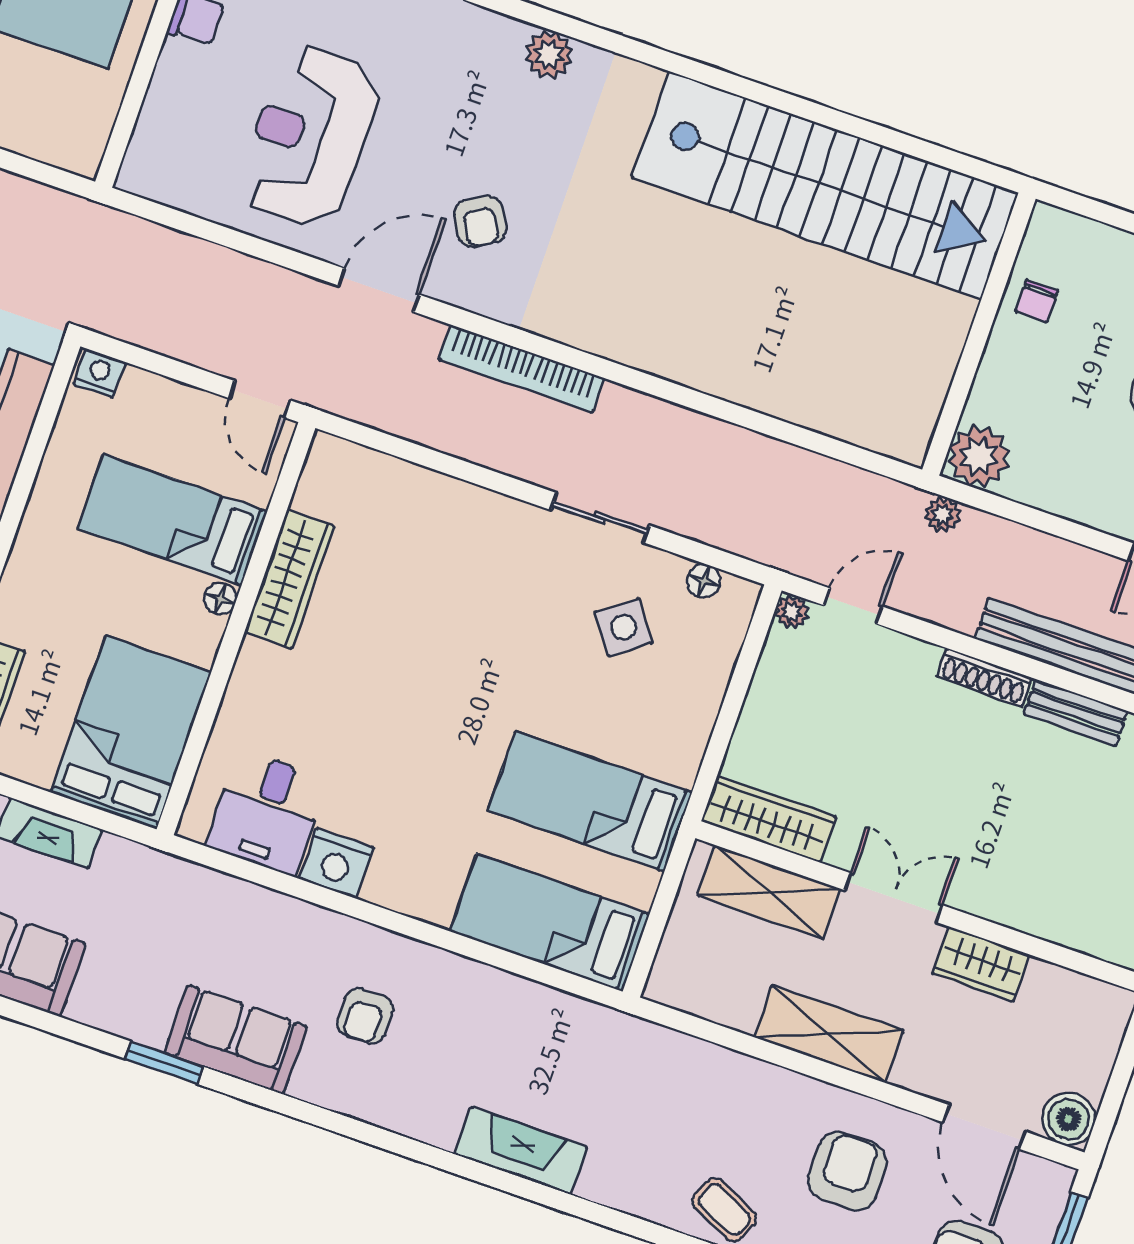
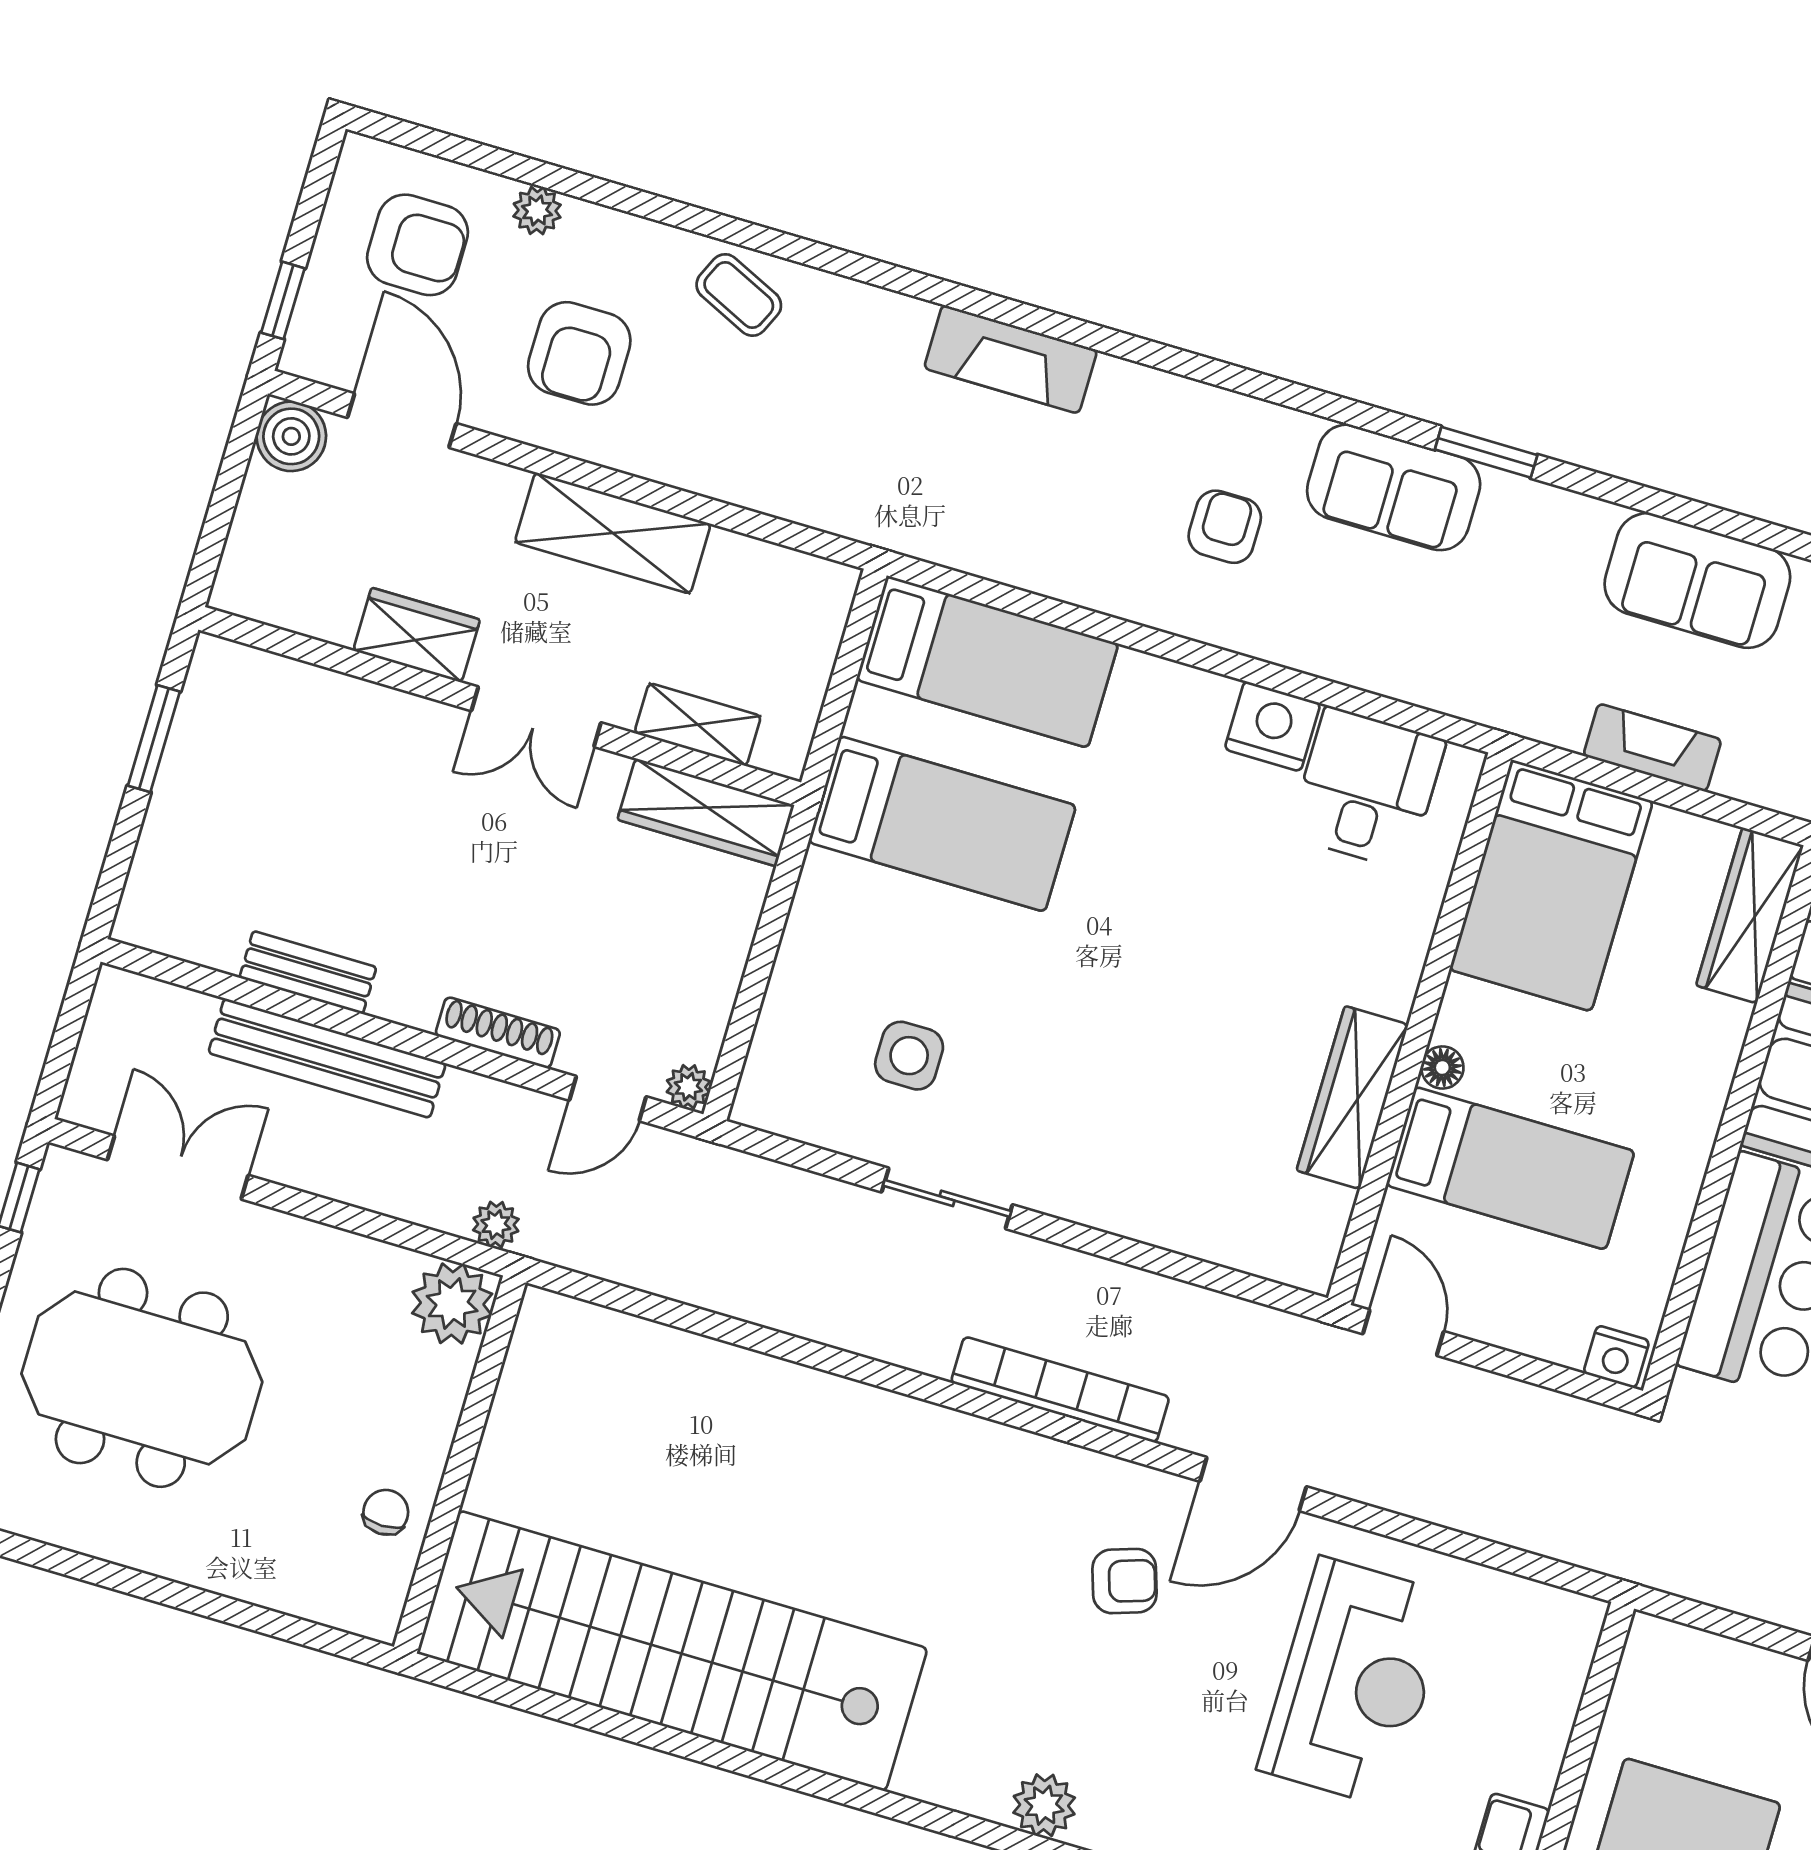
armchair: (480, 221) -> (1124, 1581), turned 102
floor lamp: (704, 581) -> (807, 1122), removed
side table: (624, 627) -> (909, 1056), turned 36
shoe rack: (984, 677) -> (498, 1033), moved
shelving: (769, 892) -> (698, 725), width x0.67, depth x0.75

